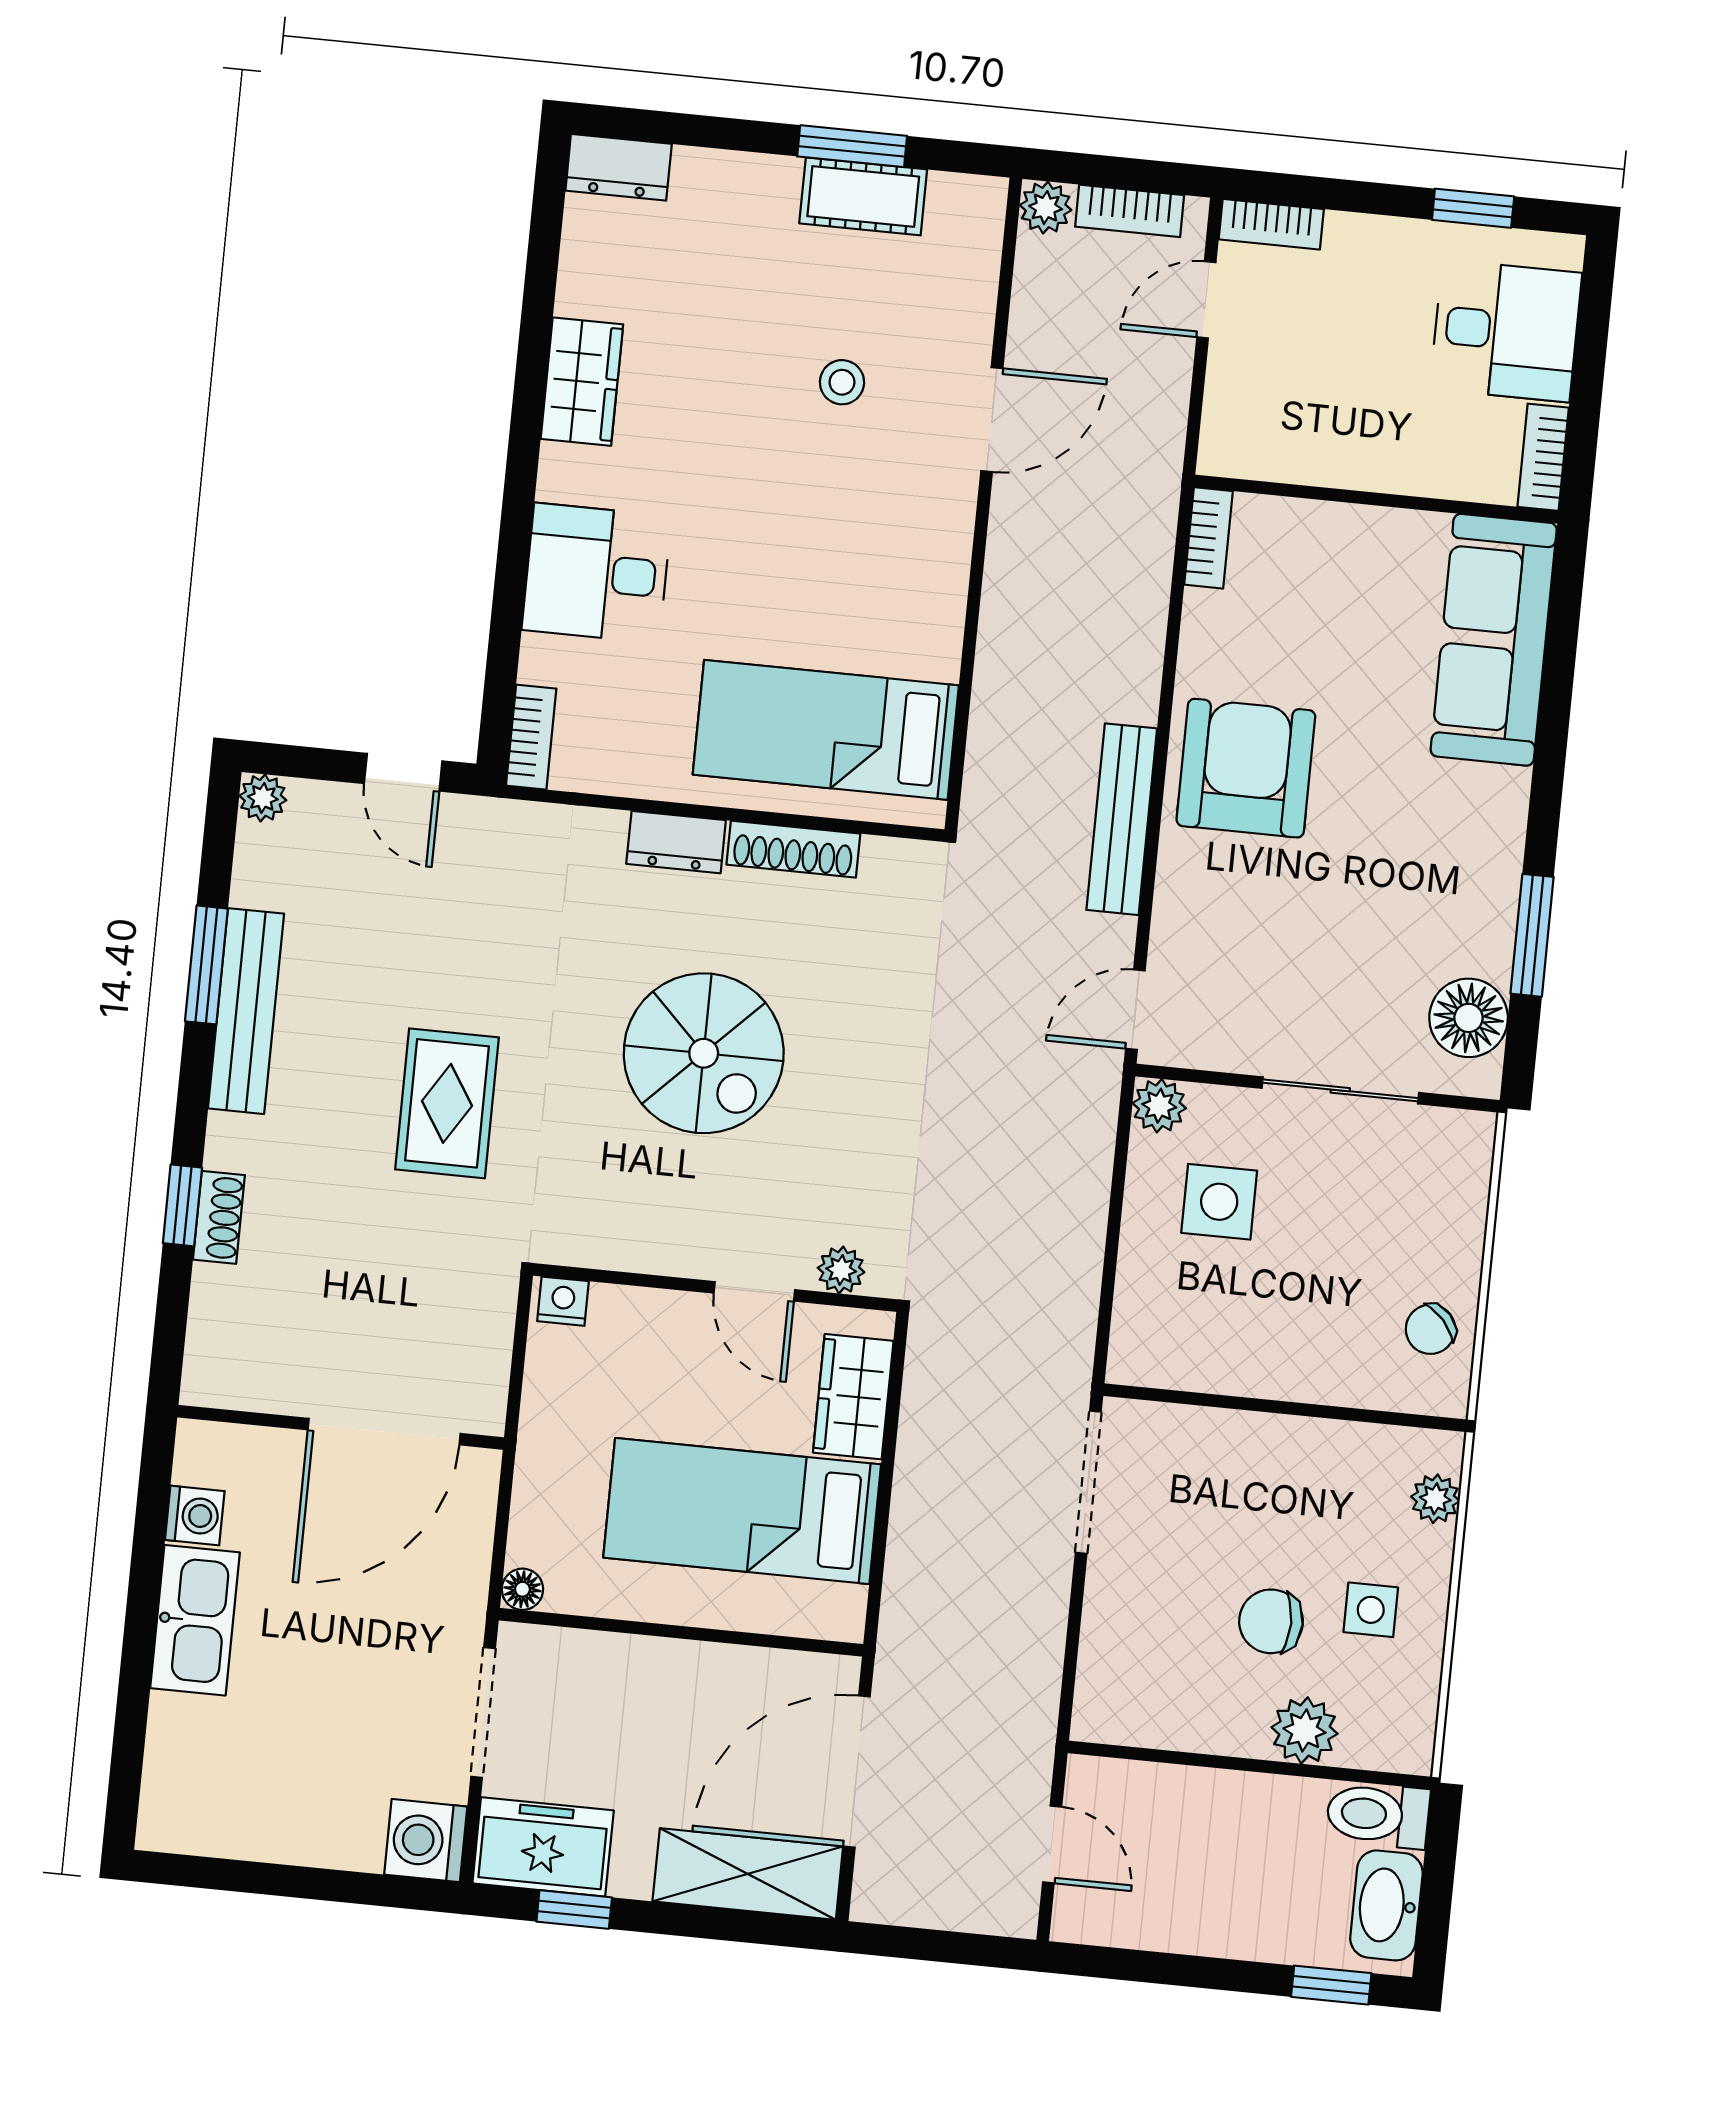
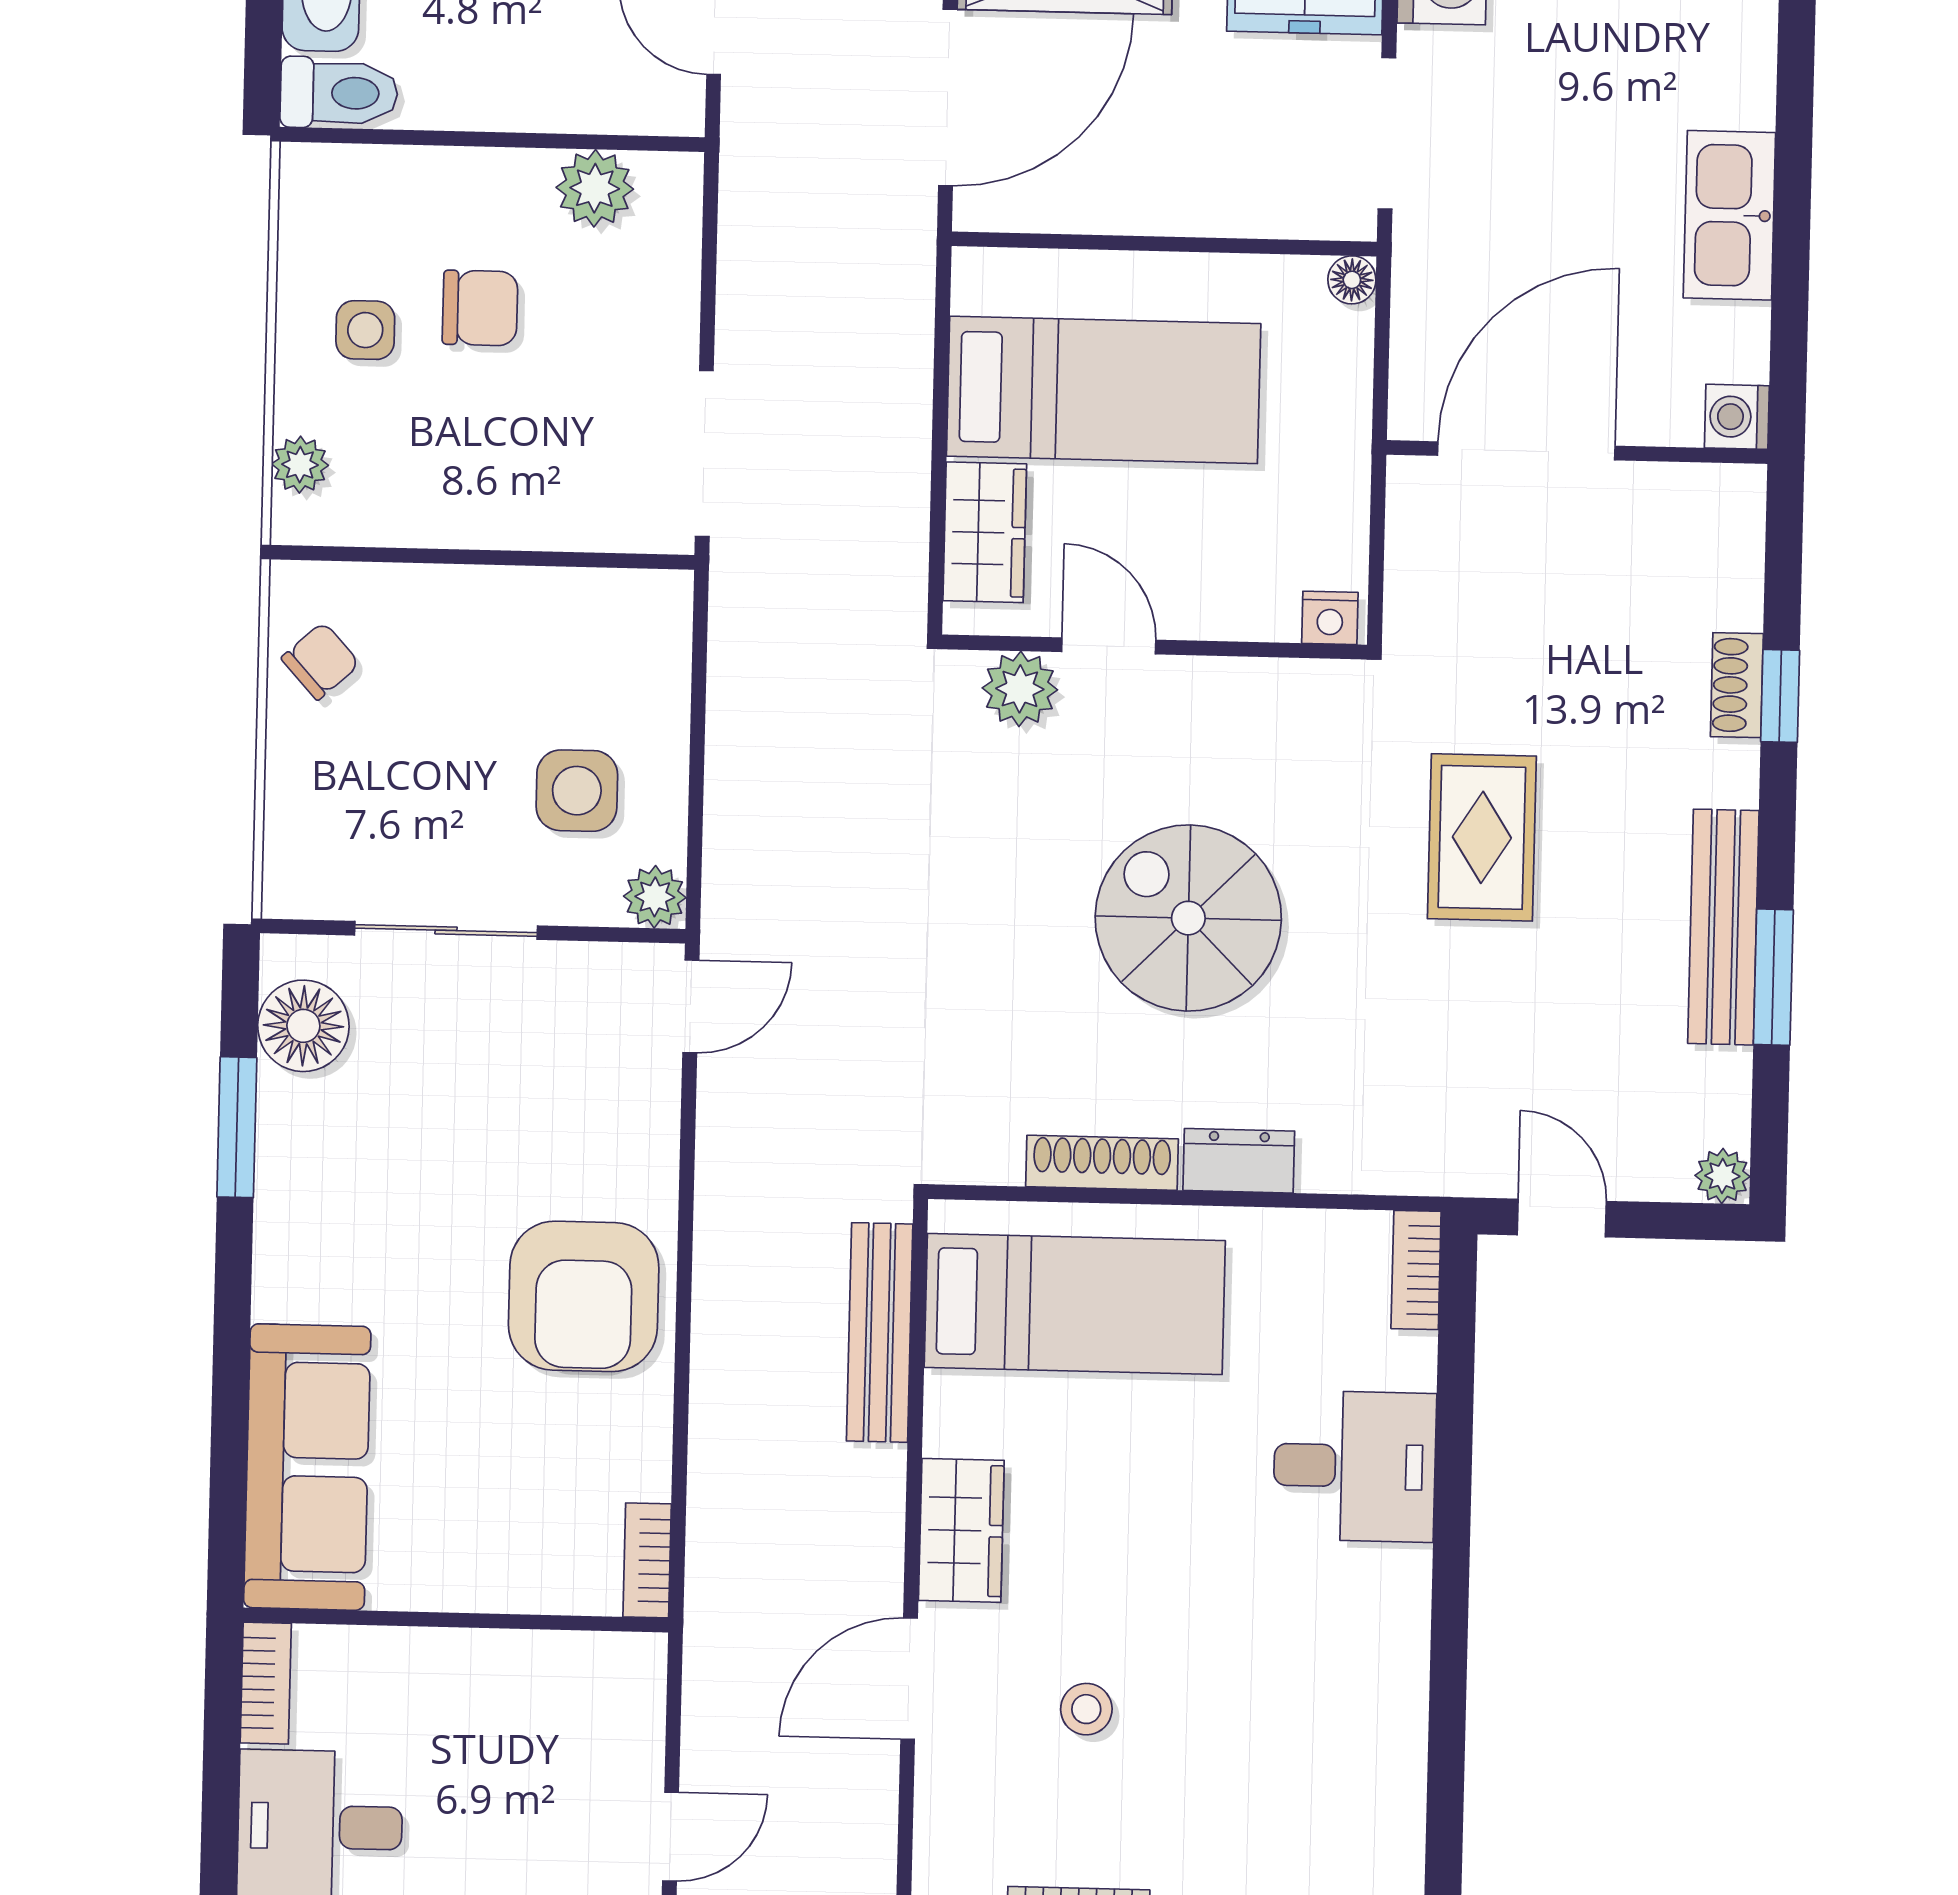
wardrobe: (582, 382) -> (961, 1530), moved, turned 180
bench: (1122, 819) -> (880, 1332), moved
plant: (841, 1270) -> (1020, 689), width x1.38, depth x1.38
washing machine: (195, 1515) -> (1737, 417), moved
plant: (1304, 1730) -> (595, 188), moved

